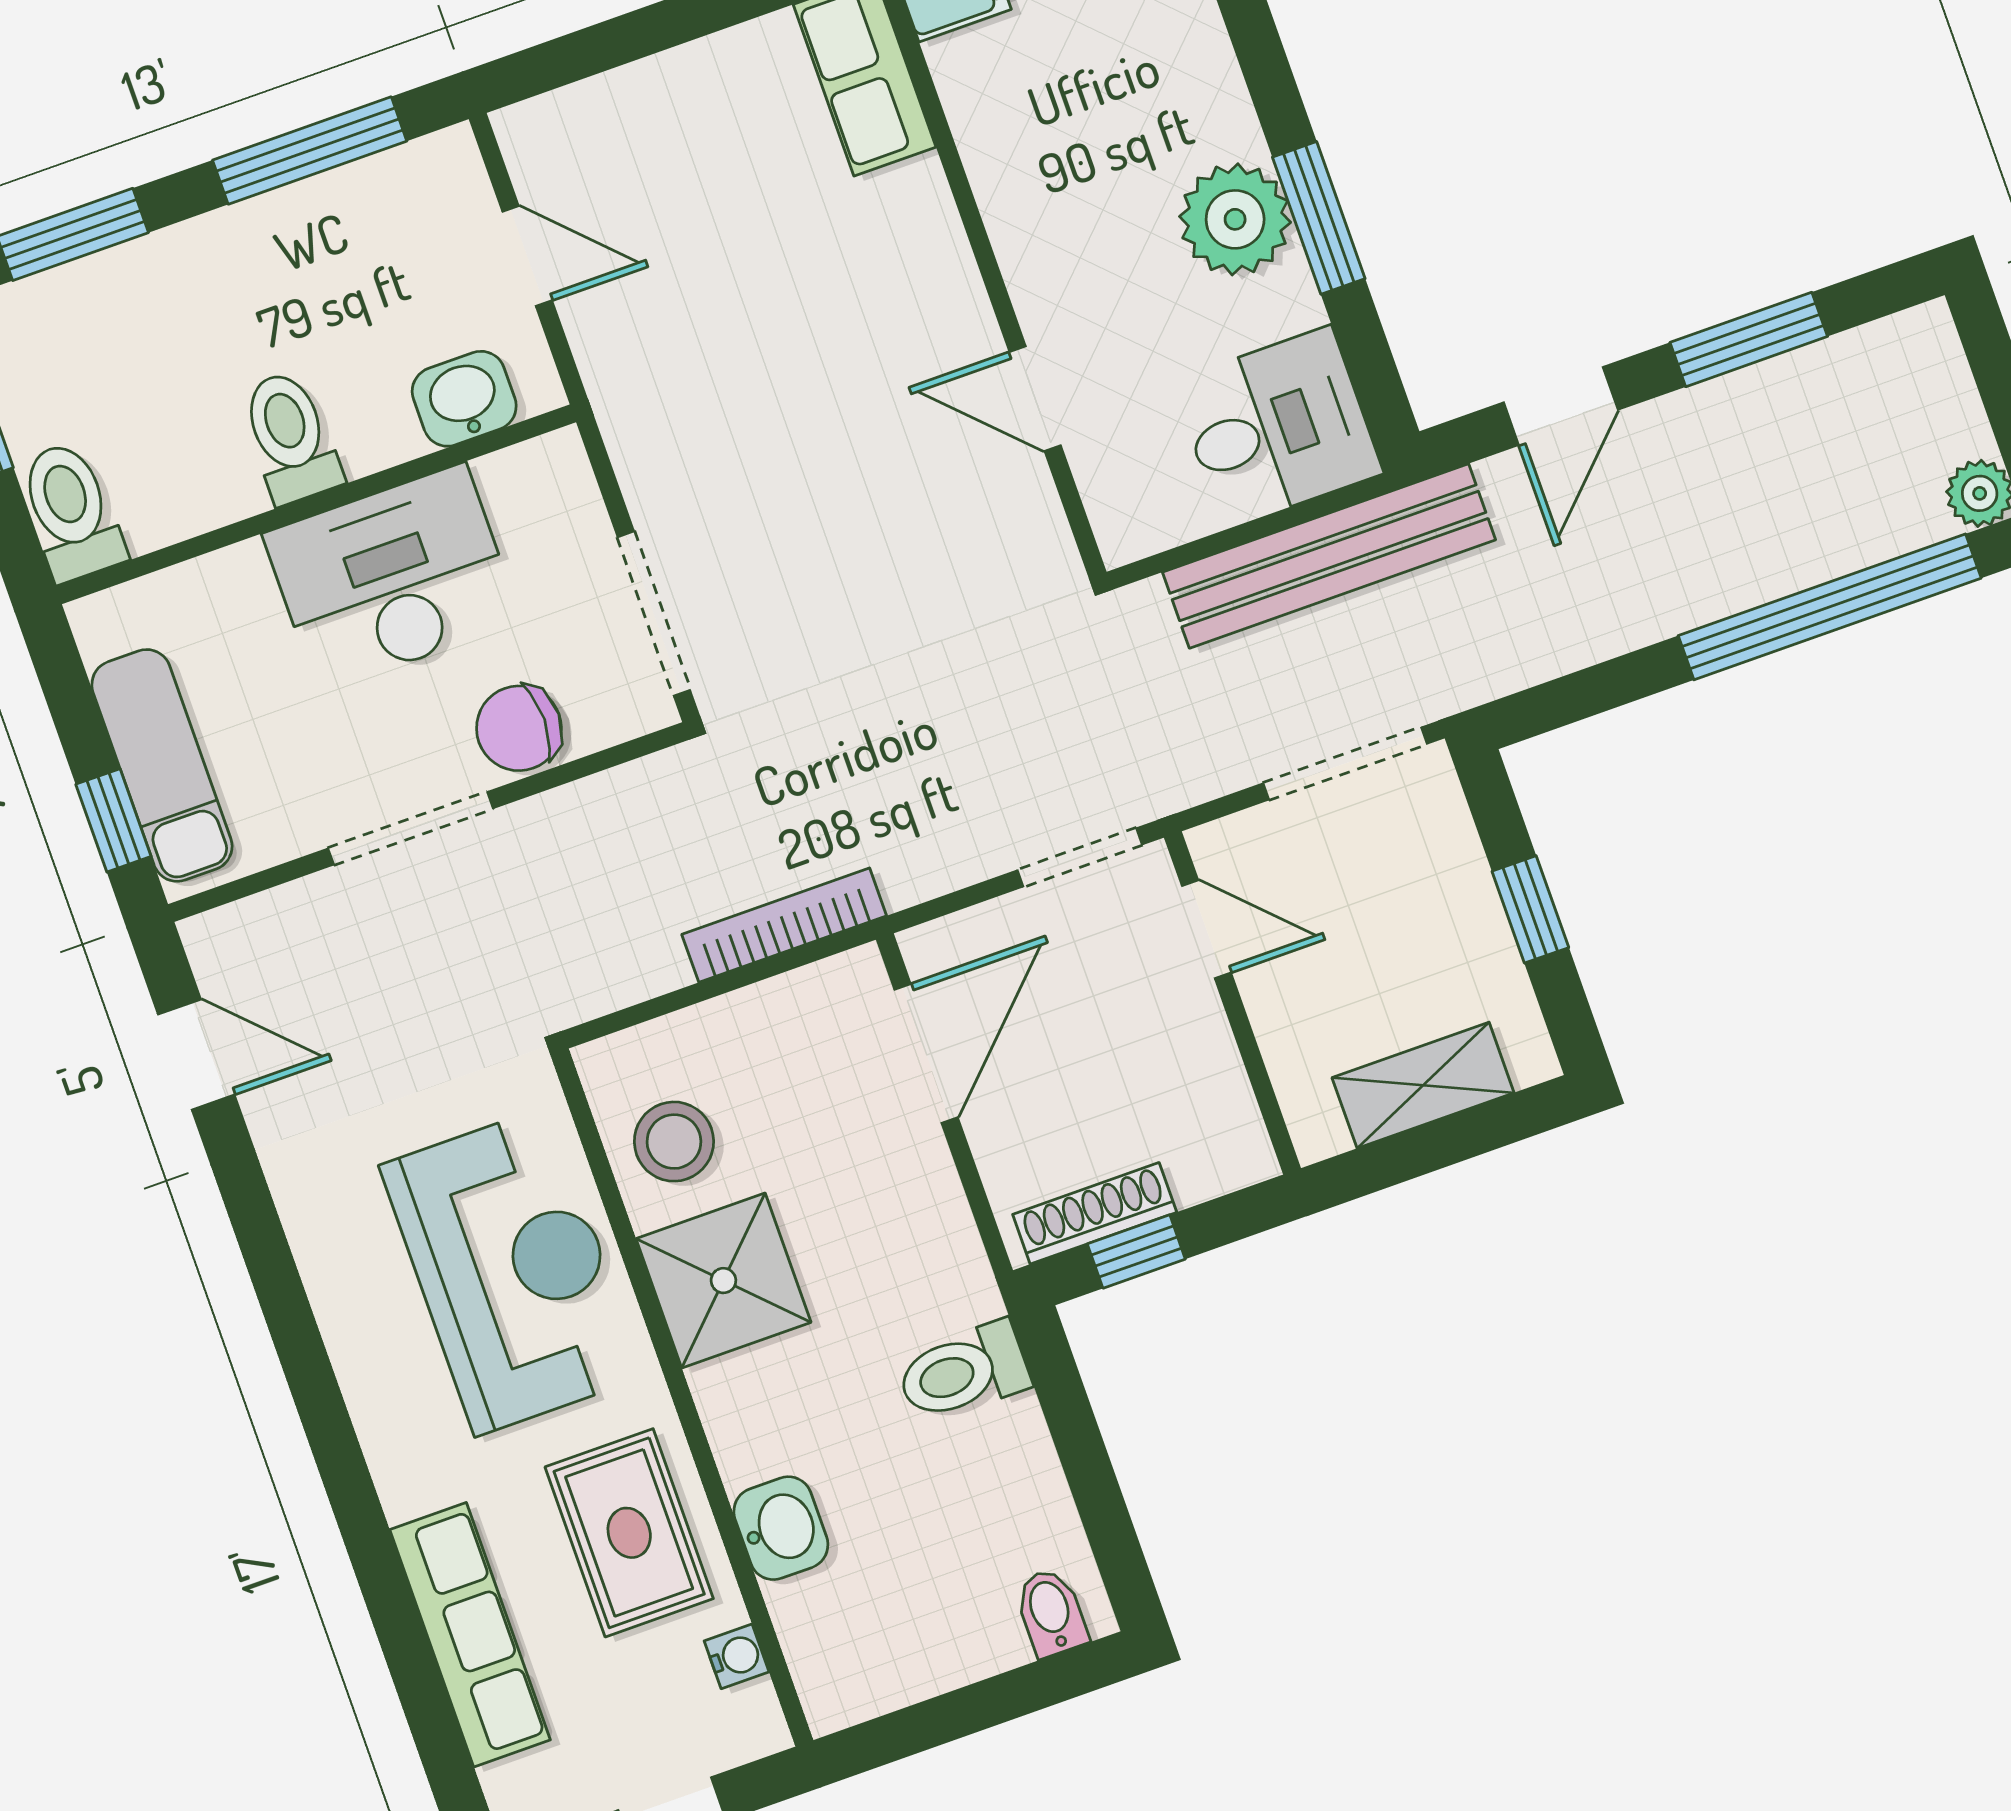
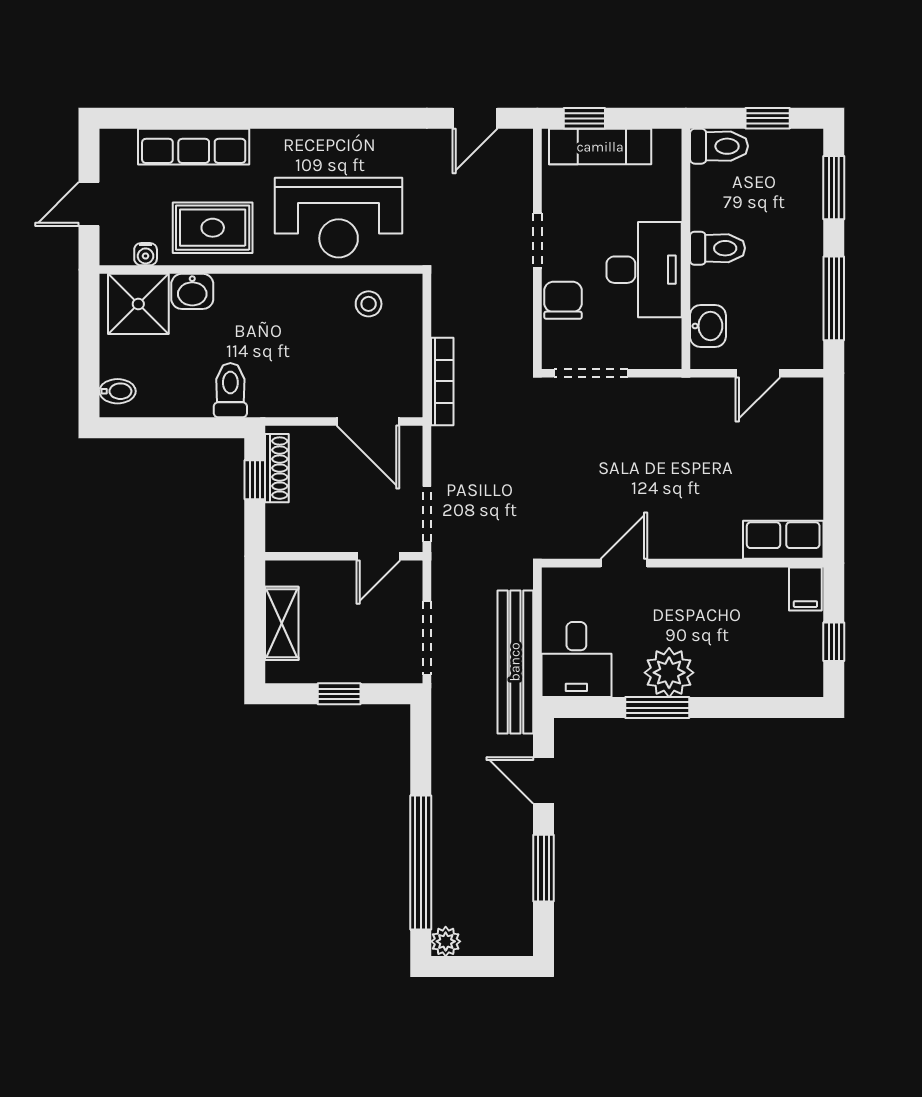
doorway: (411, 828) -> (537, 241), width x0.73
stool: (674, 1142) -> (369, 304), width x0.73, depth x0.73
shower: (723, 1281) -> (138, 304), moved

